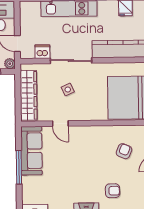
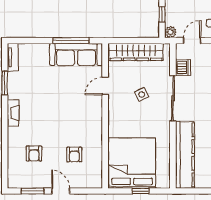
armchair: (124, 151) -> (74, 155), turned 67
window: (19, 167) -> (71, 41), moved
armchair: (113, 191) -> (34, 153), moved

